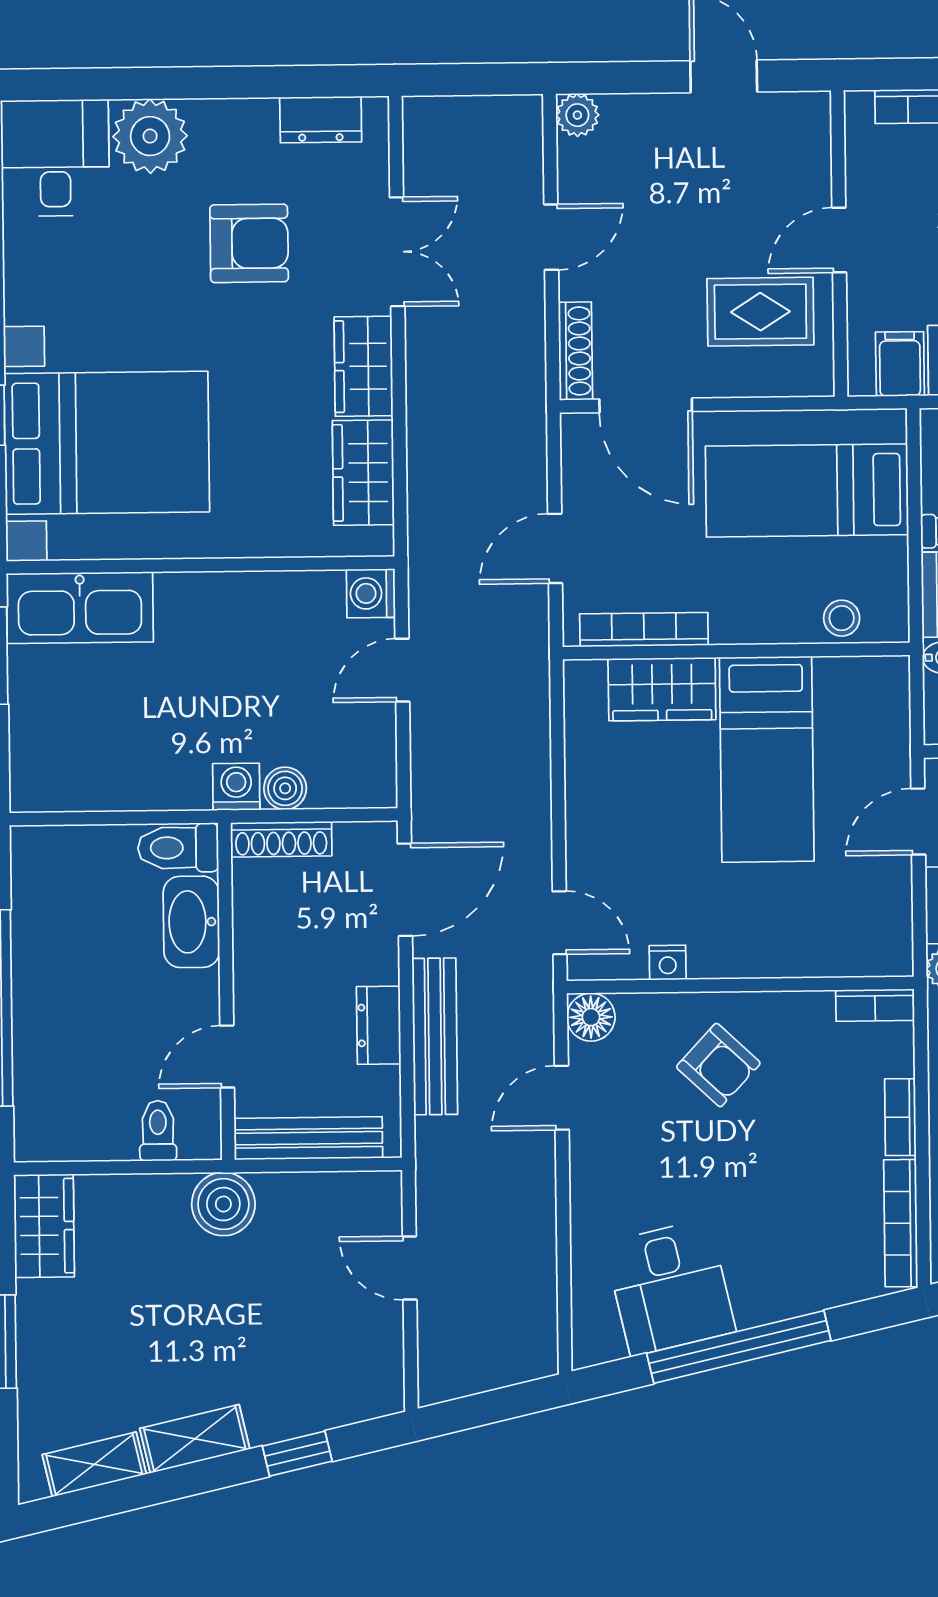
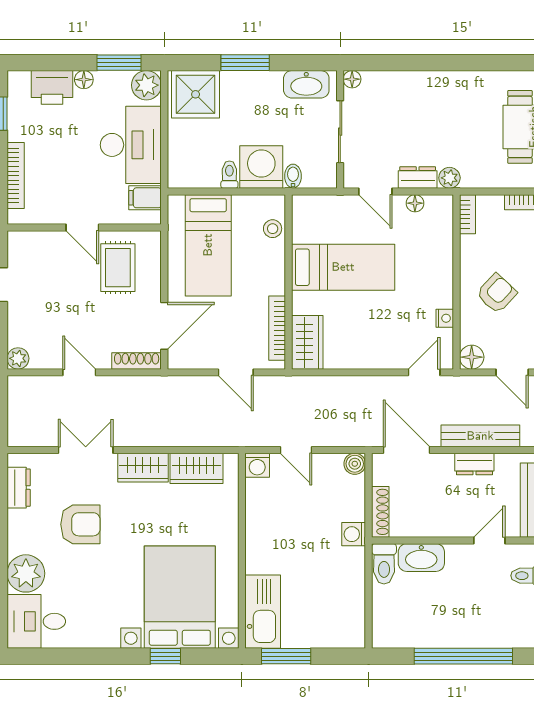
armchair: (249, 243) -> (80, 524), turned 90
wardrobe: (662, 689) -> (307, 342), moved
boiler: (285, 788) -> (355, 464), moved
floor lamp: (896, 901) -> (415, 203), added
door: (227, 1057) -> (489, 540), swing flipped

